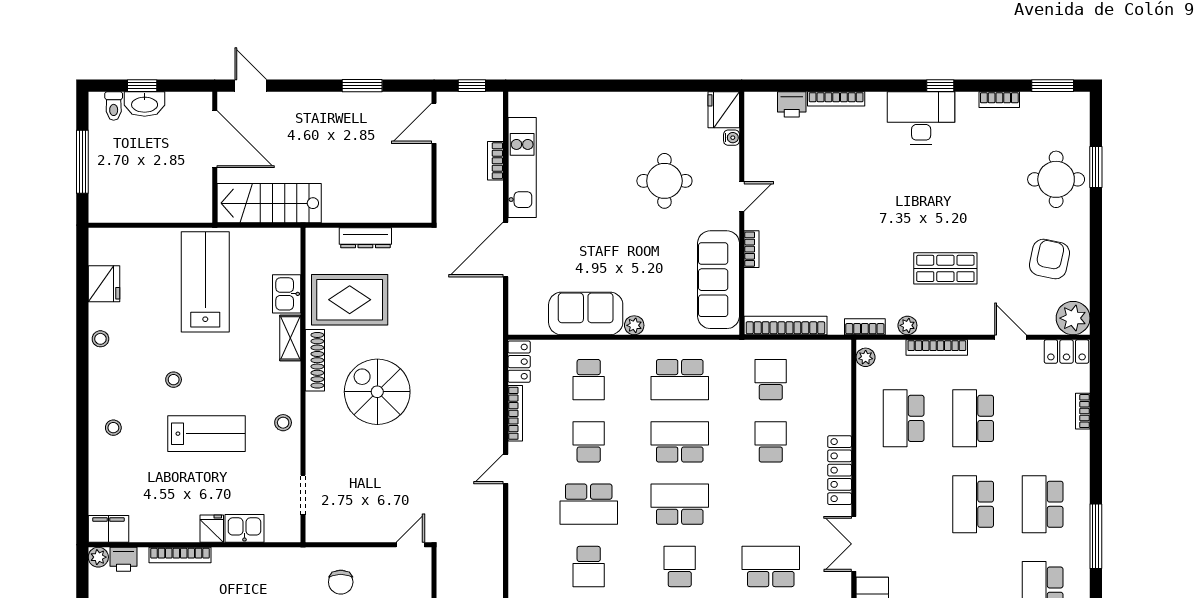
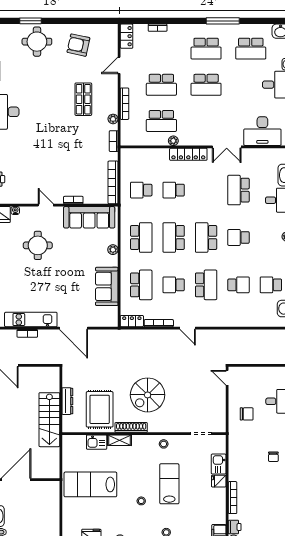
stairs: (269, 203) -> (49, 420), moved
plant: (1073, 318) -> (109, 33), removed
plant: (634, 325) -> (113, 250), moved
plant: (866, 357) -> (173, 141), moved
school desk: (589, 380) -> (141, 285), width x1.85

